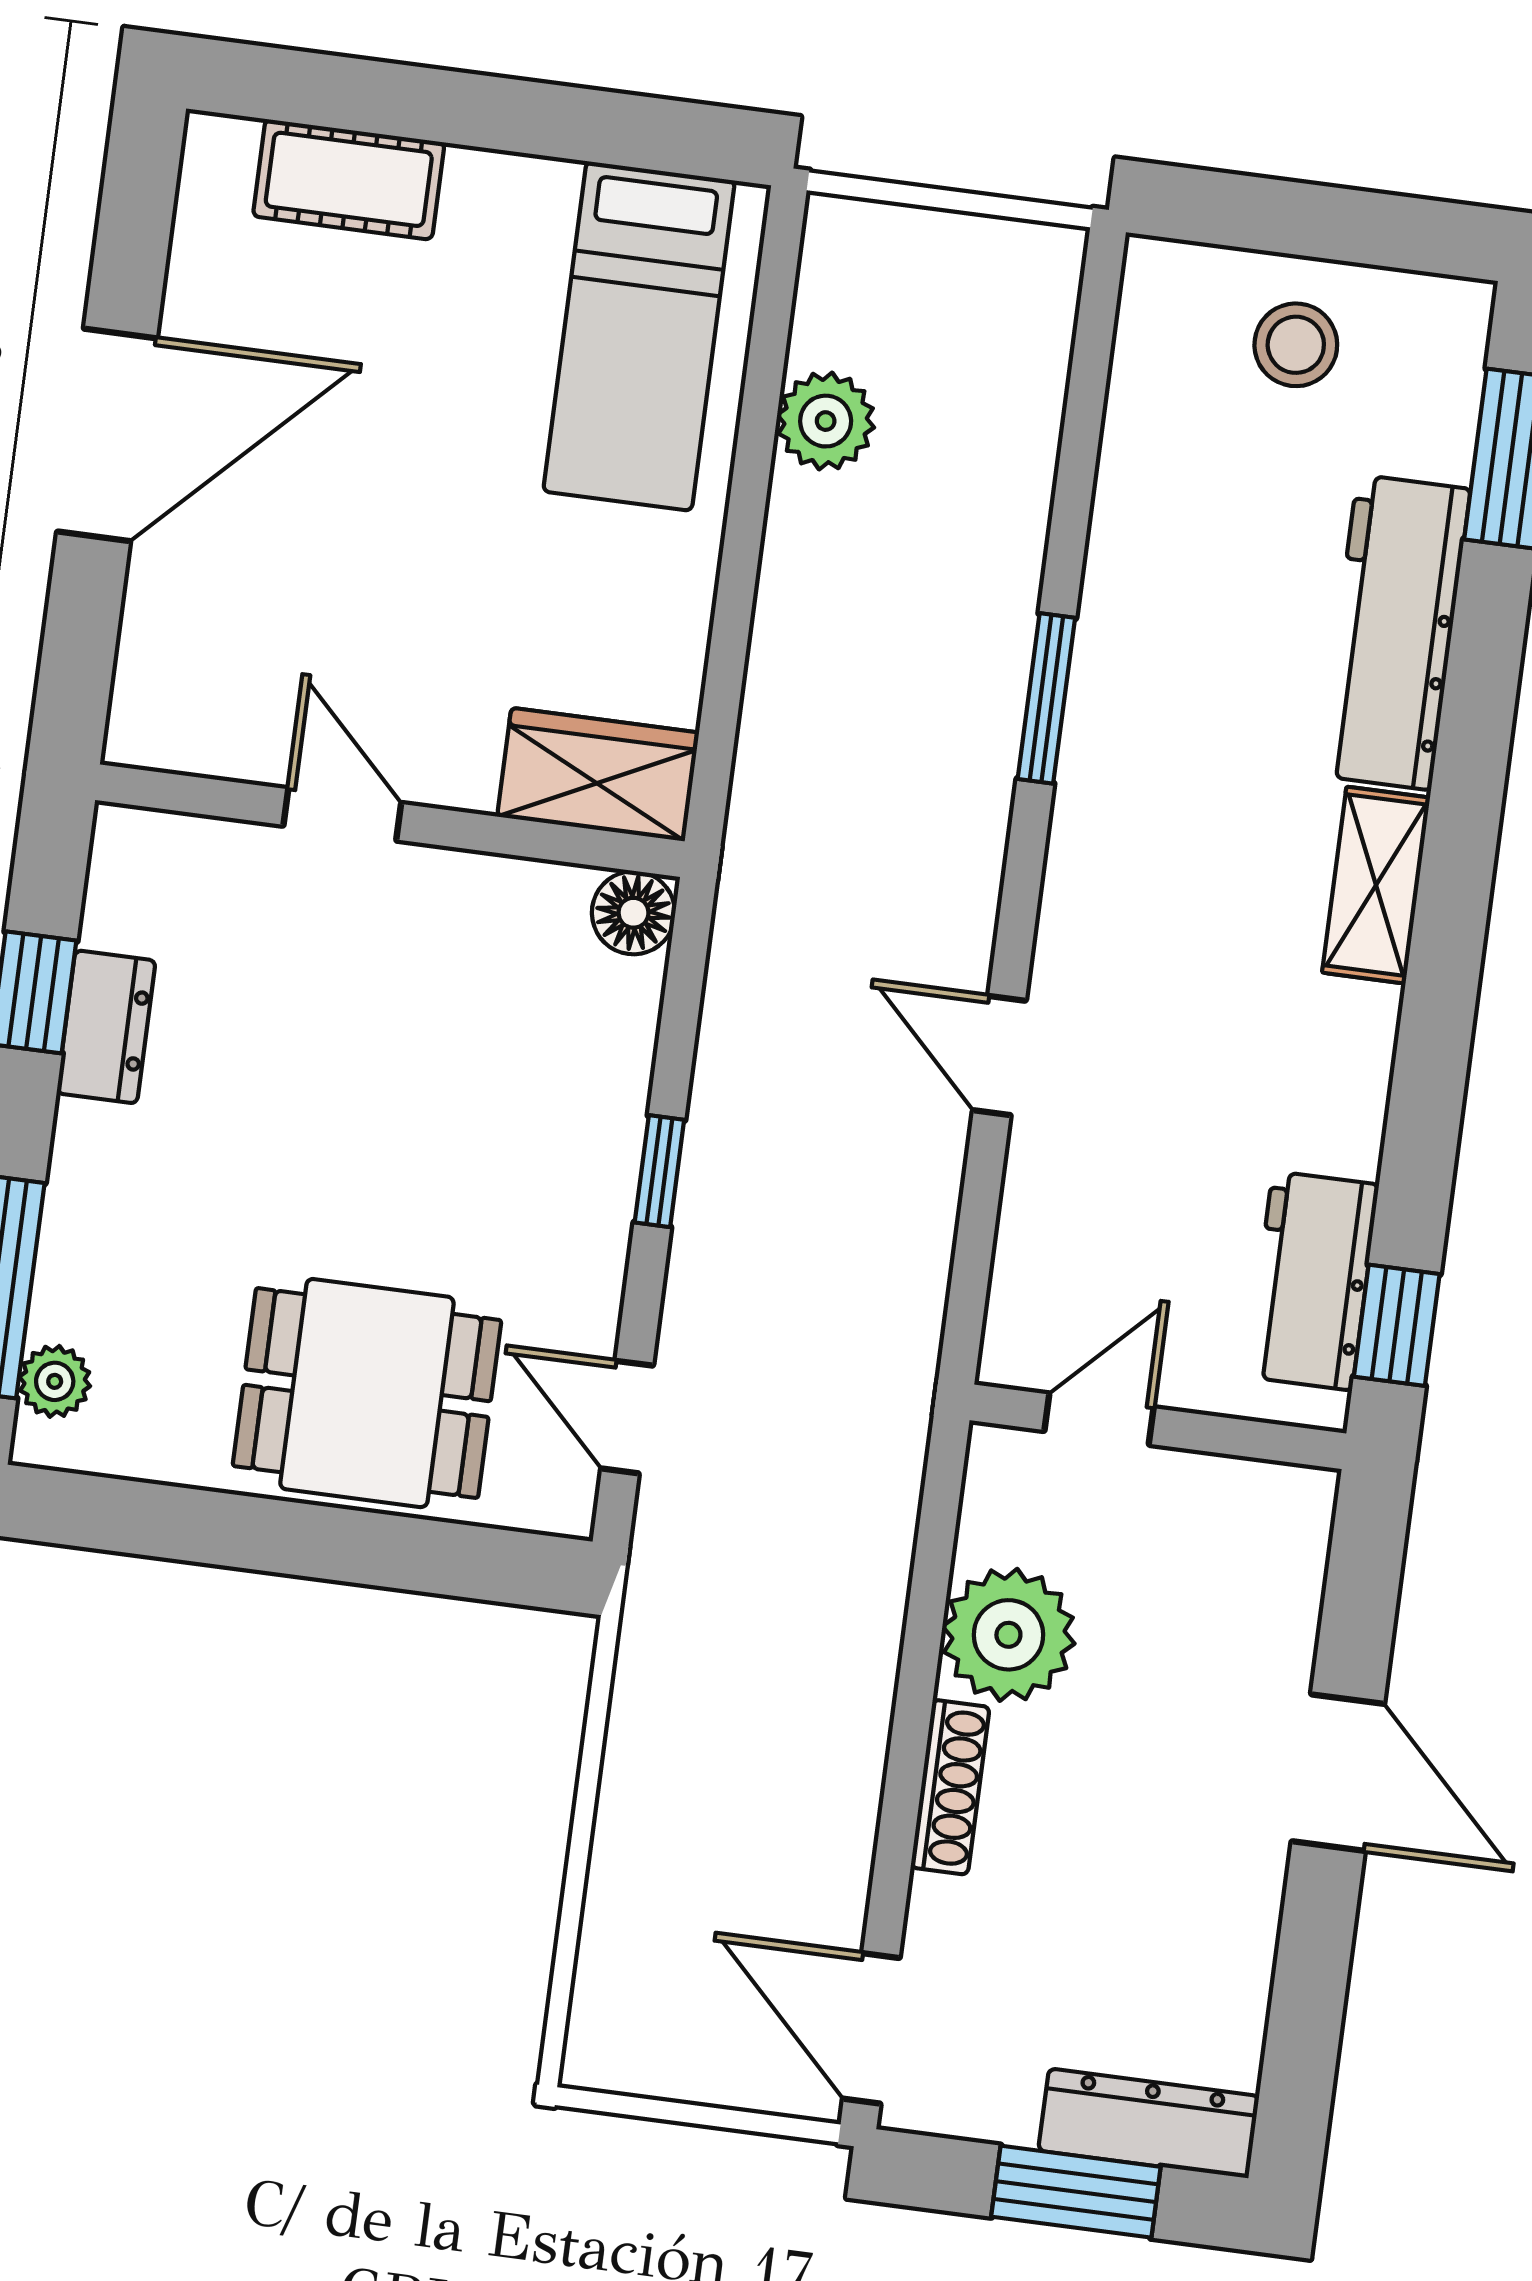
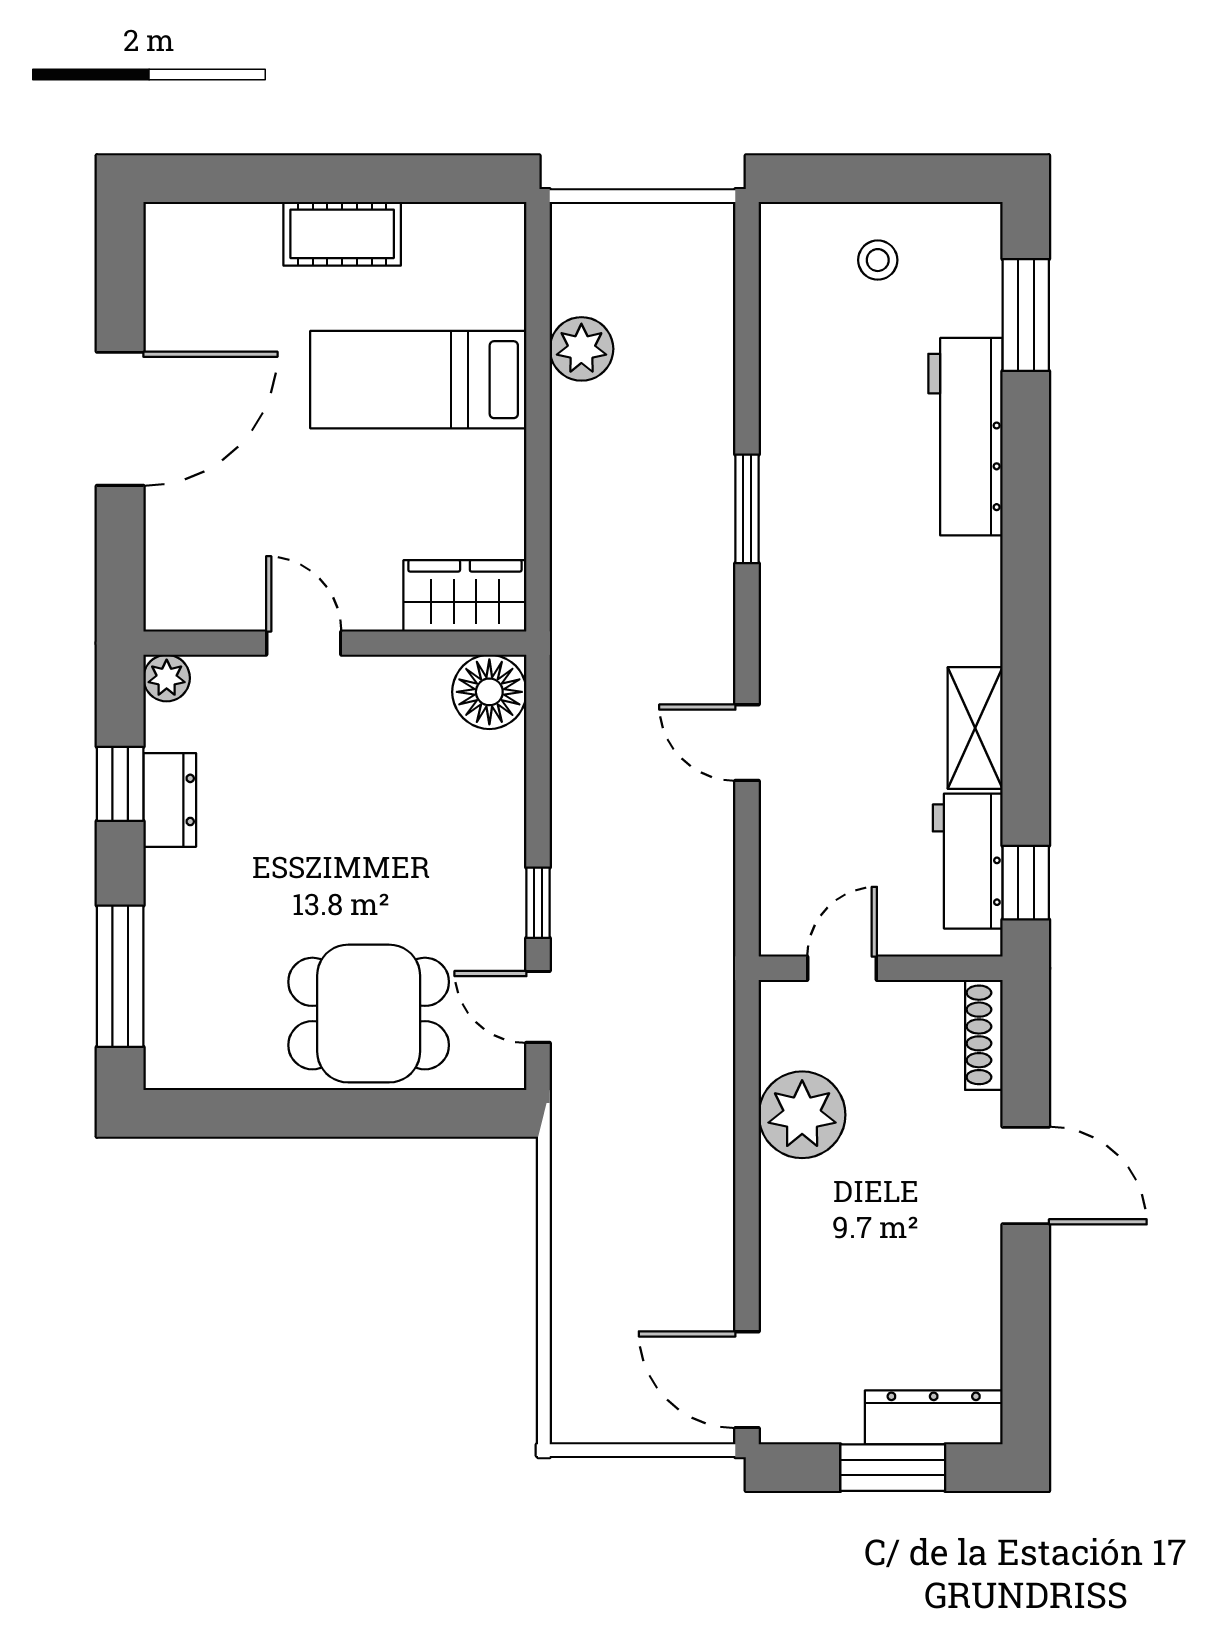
cot: (349, 179) -> (342, 234), moved
bed: (639, 336) -> (418, 380), moved, turned 90
stool: (1296, 345) -> (878, 260), width x0.73, depth x0.73
shelving: (1376, 885) -> (975, 728), moved
floor lamp: (633, 913) -> (489, 692), width x1.38, depth x1.38
window: (659, 1171) -> (538, 903), moved
plant: (55, 1381) -> (167, 678), moved
shoe rack: (950, 1787) -> (984, 1035), moved, turned 180

